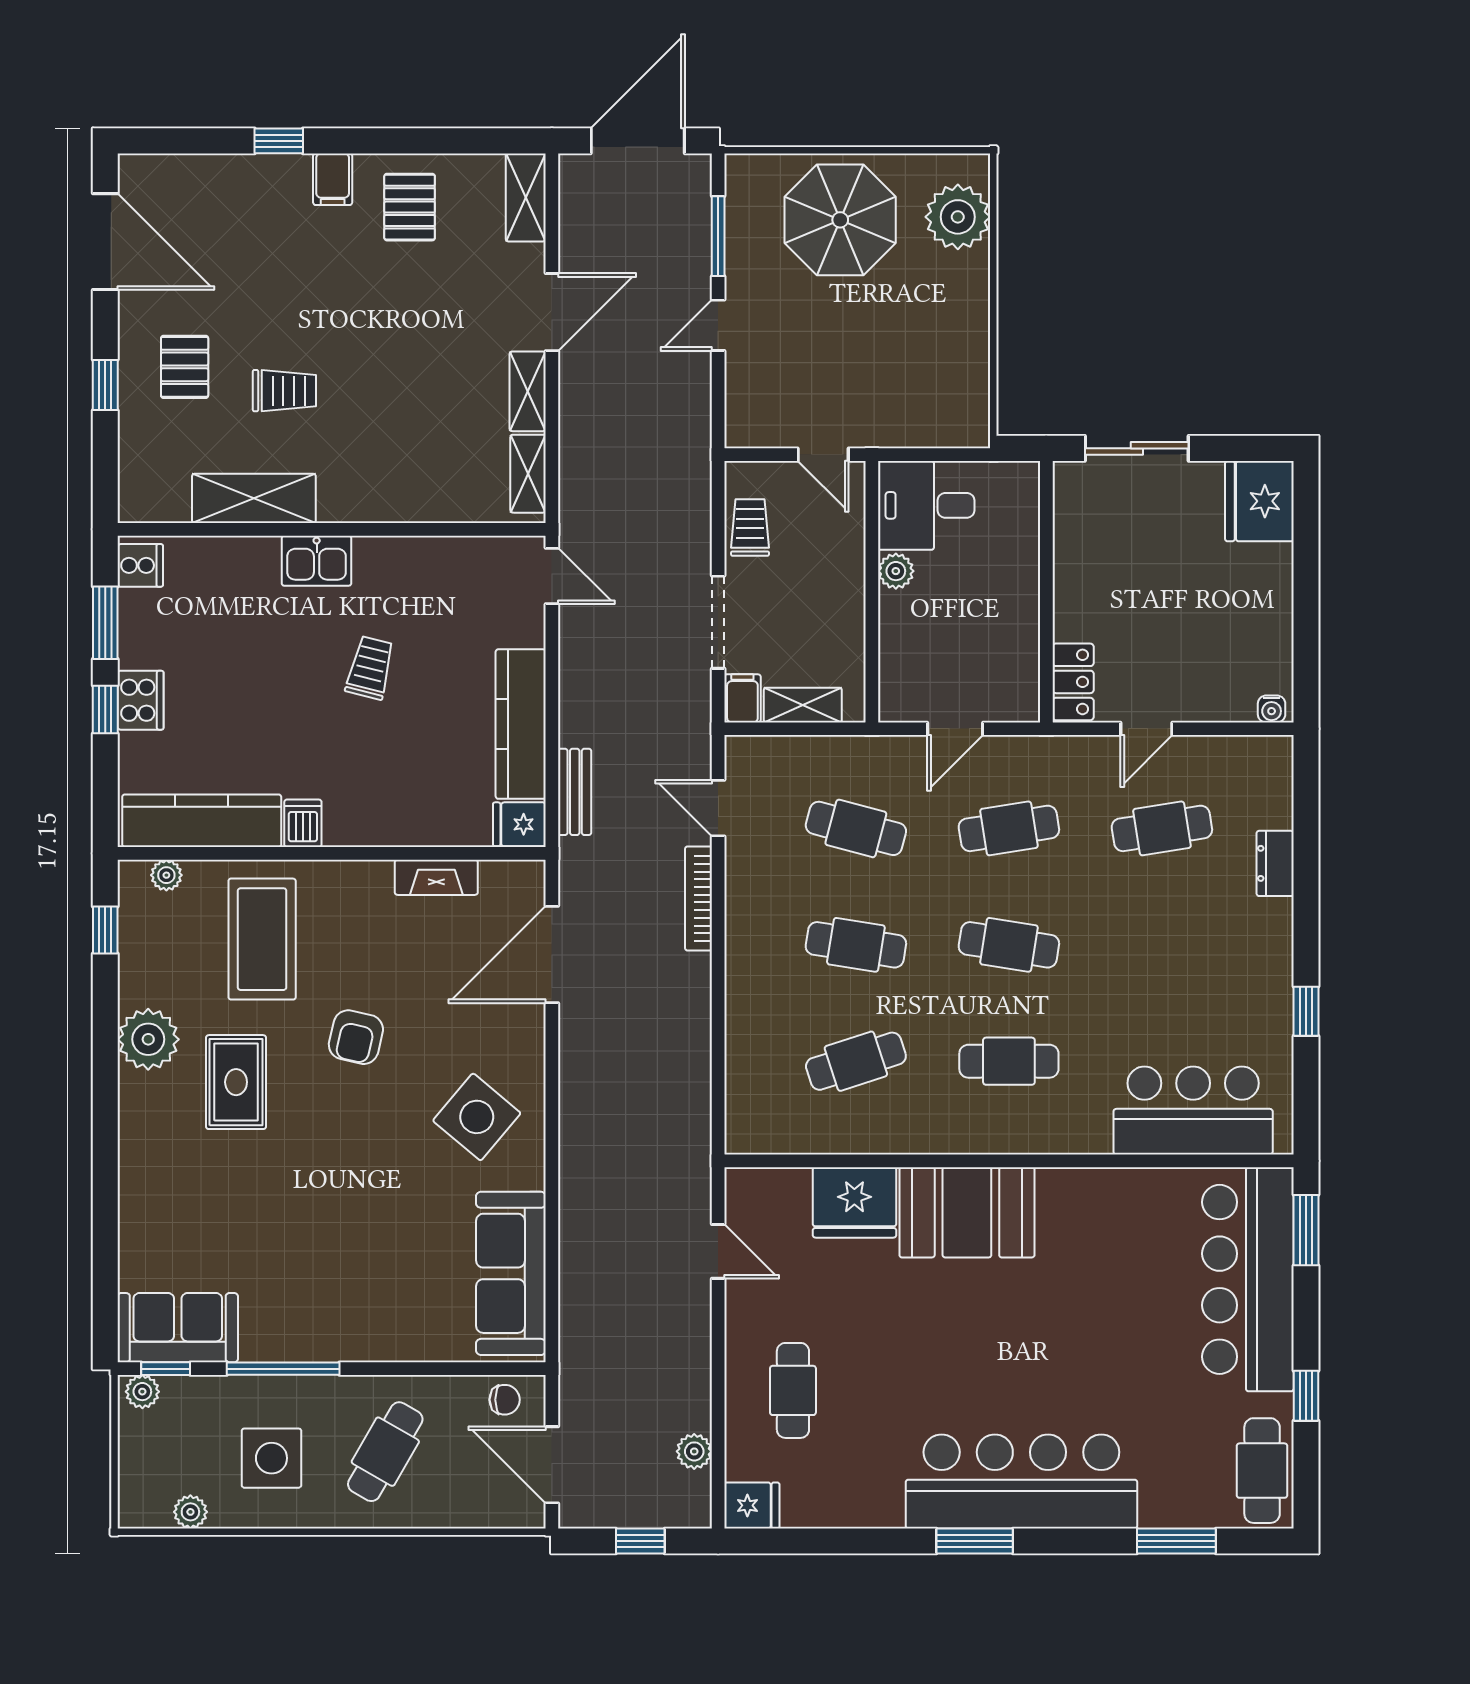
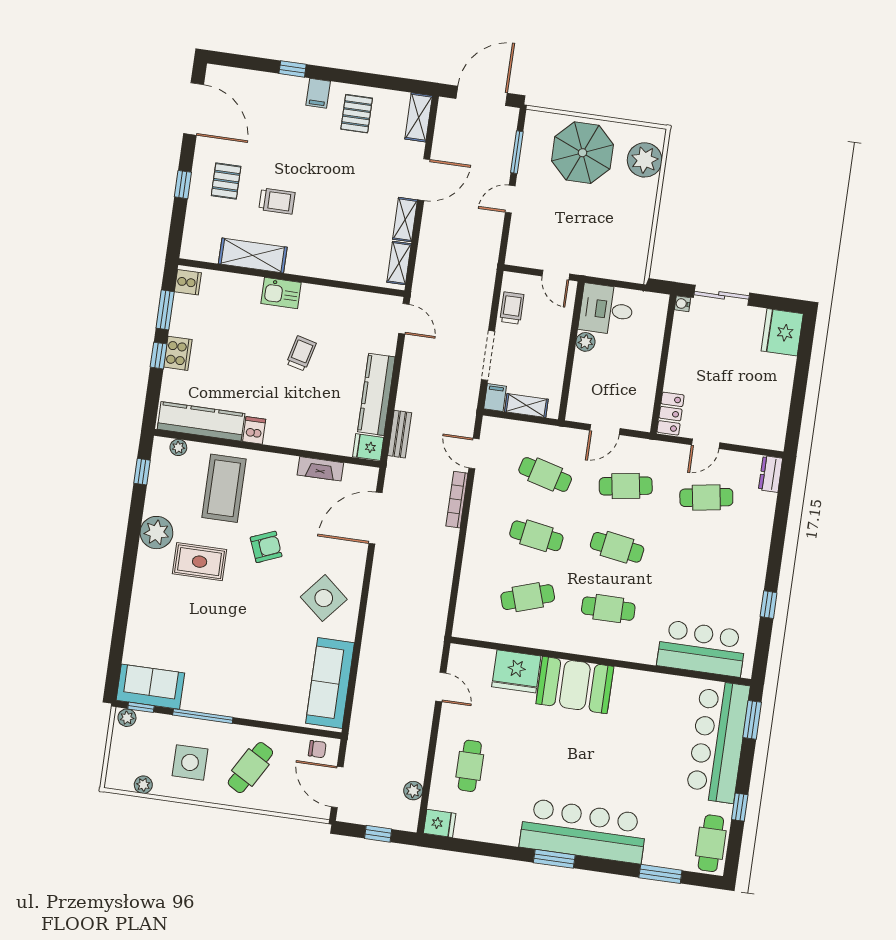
water cooler: (1272, 709) -> (682, 304), moved, turned 90
dresser: (1275, 863) -> (771, 474), moved
armchair: (356, 1037) -> (266, 547), turned -125
rug: (236, 1082) -> (200, 562), turned 90

